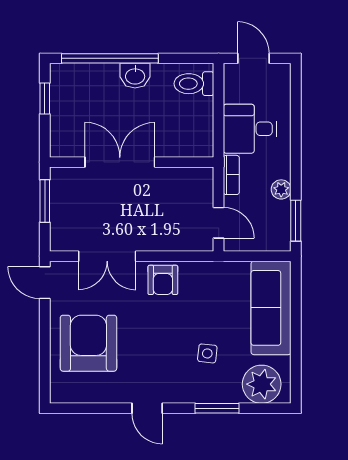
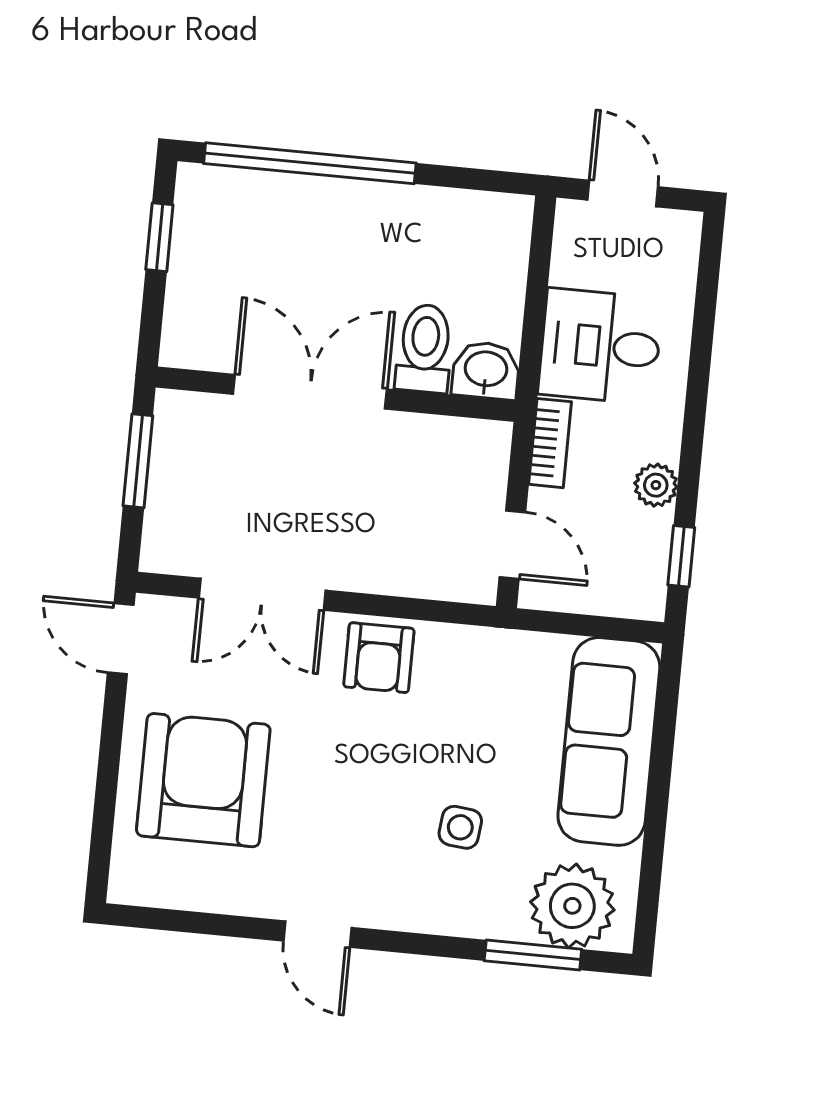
washbasin: (135, 76) -> (486, 370), moved, turned 180
toilet: (194, 84) -> (425, 348), moved, turned 90
window: (296, 221) -> (681, 556), width x0.67
window: (217, 408) -> (533, 955), moved

